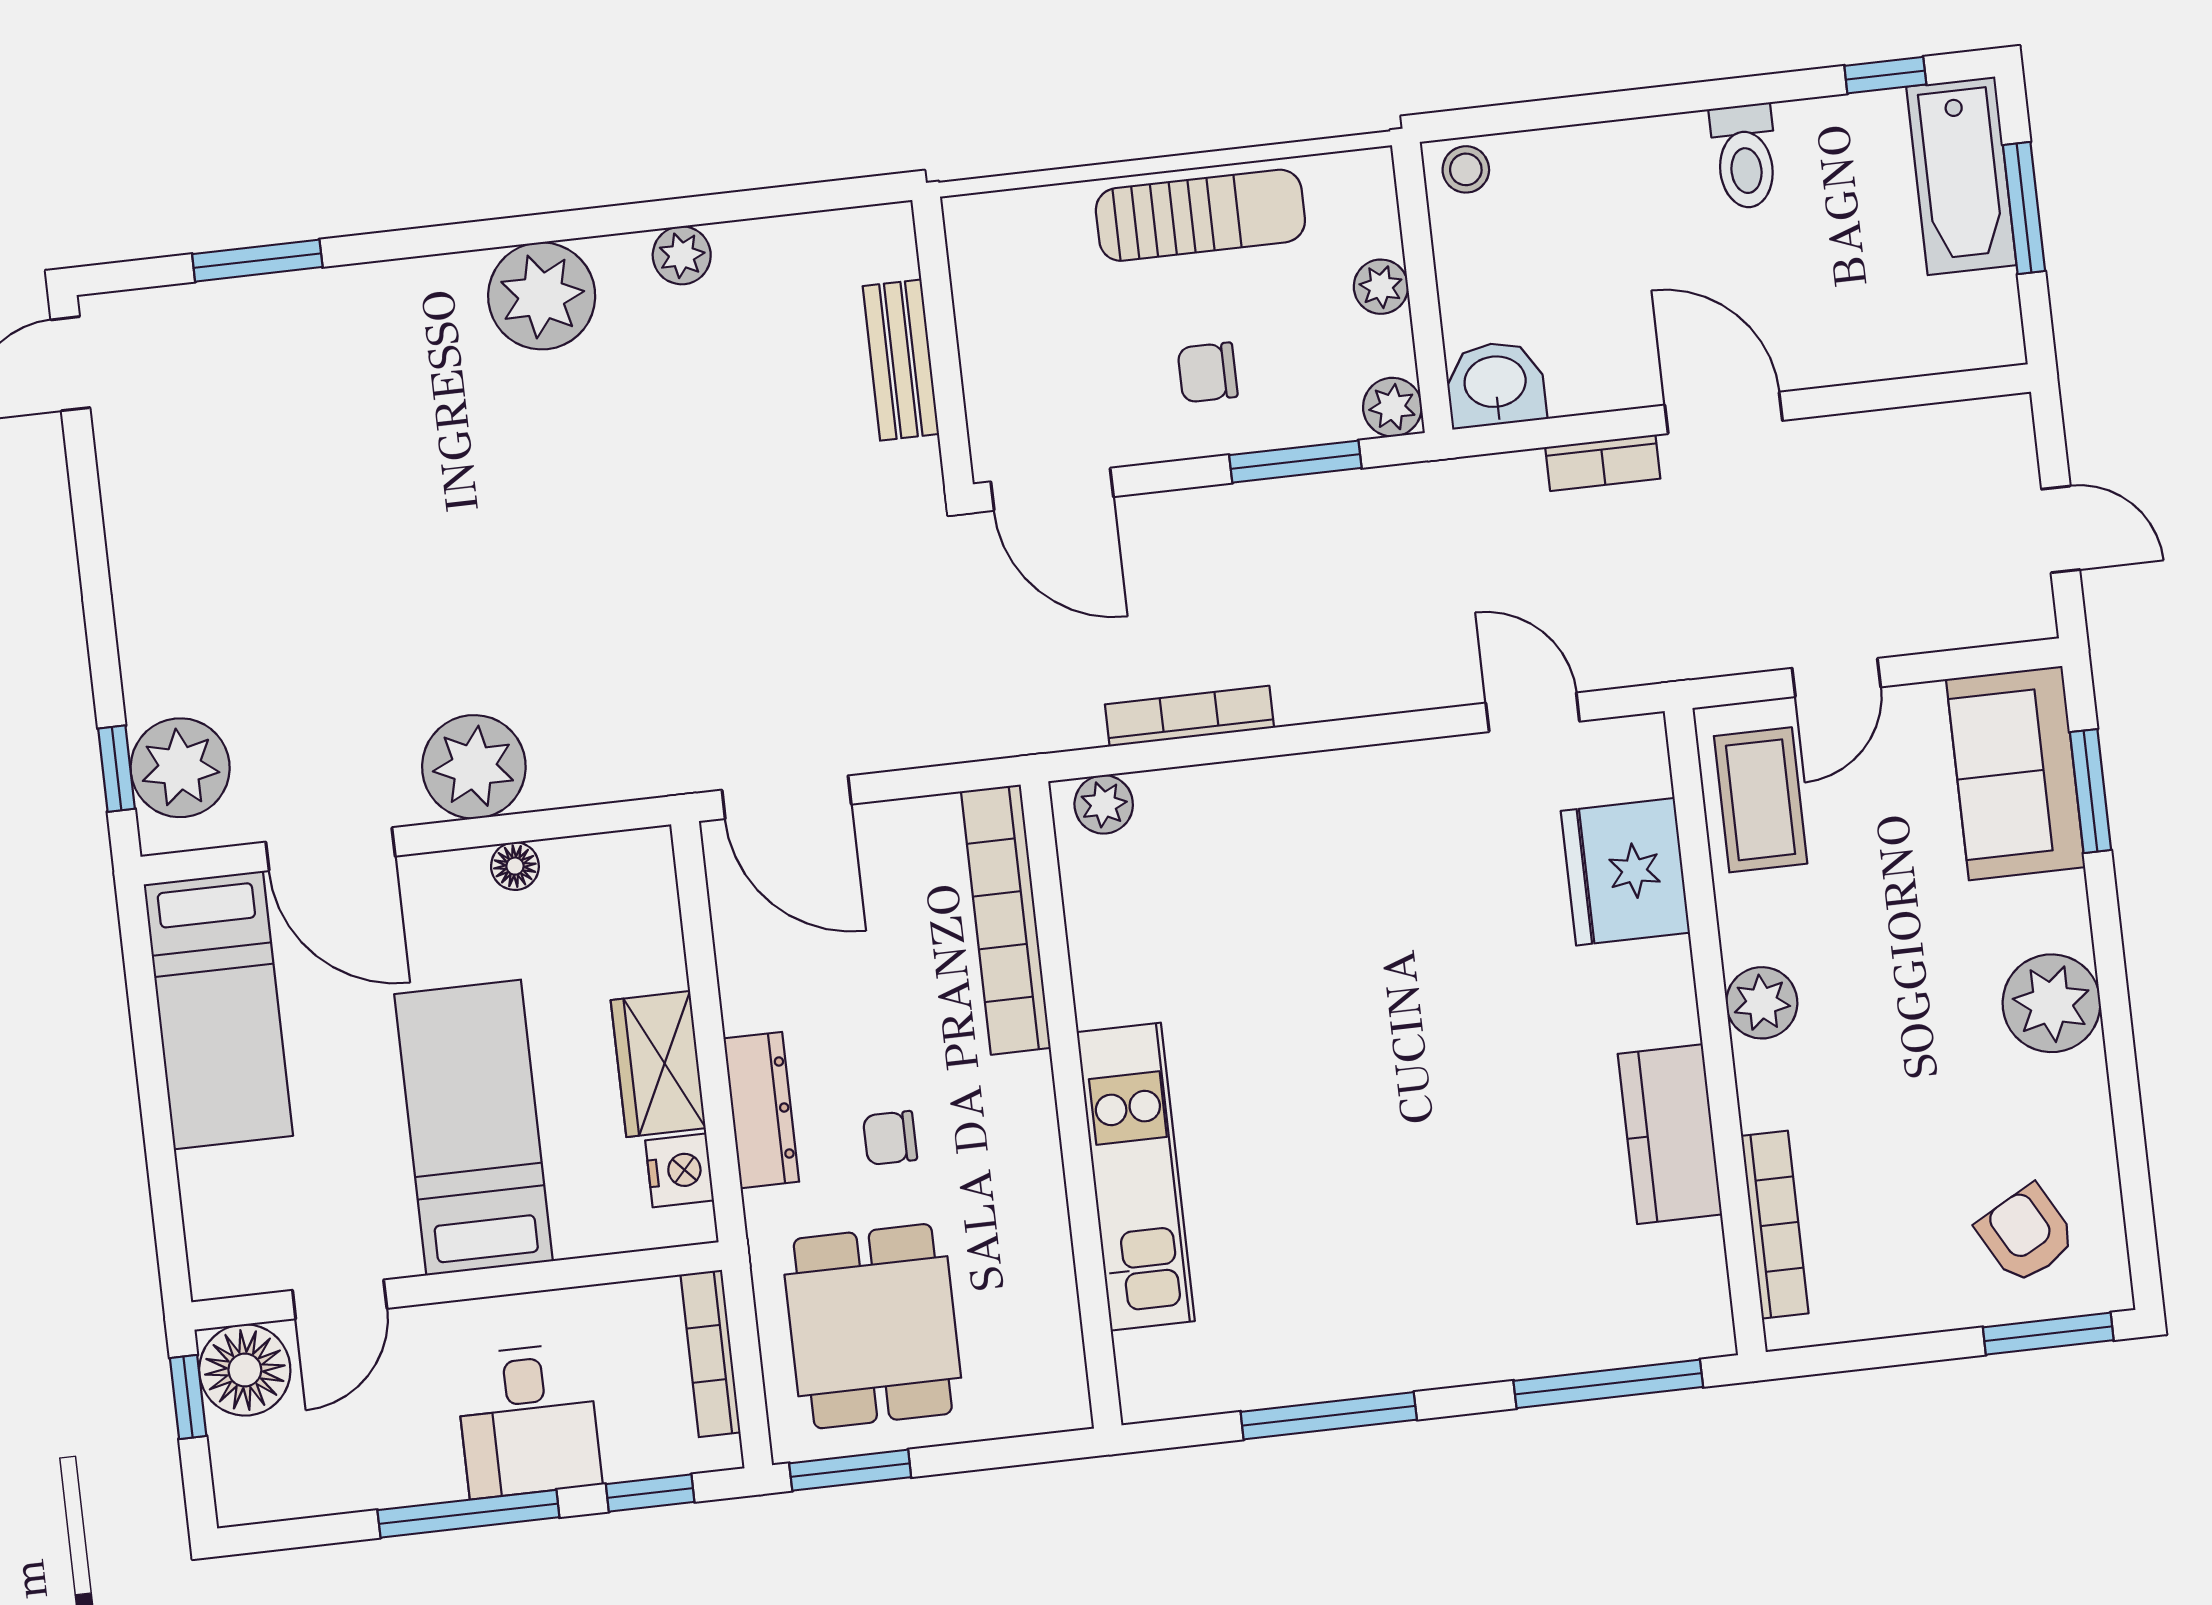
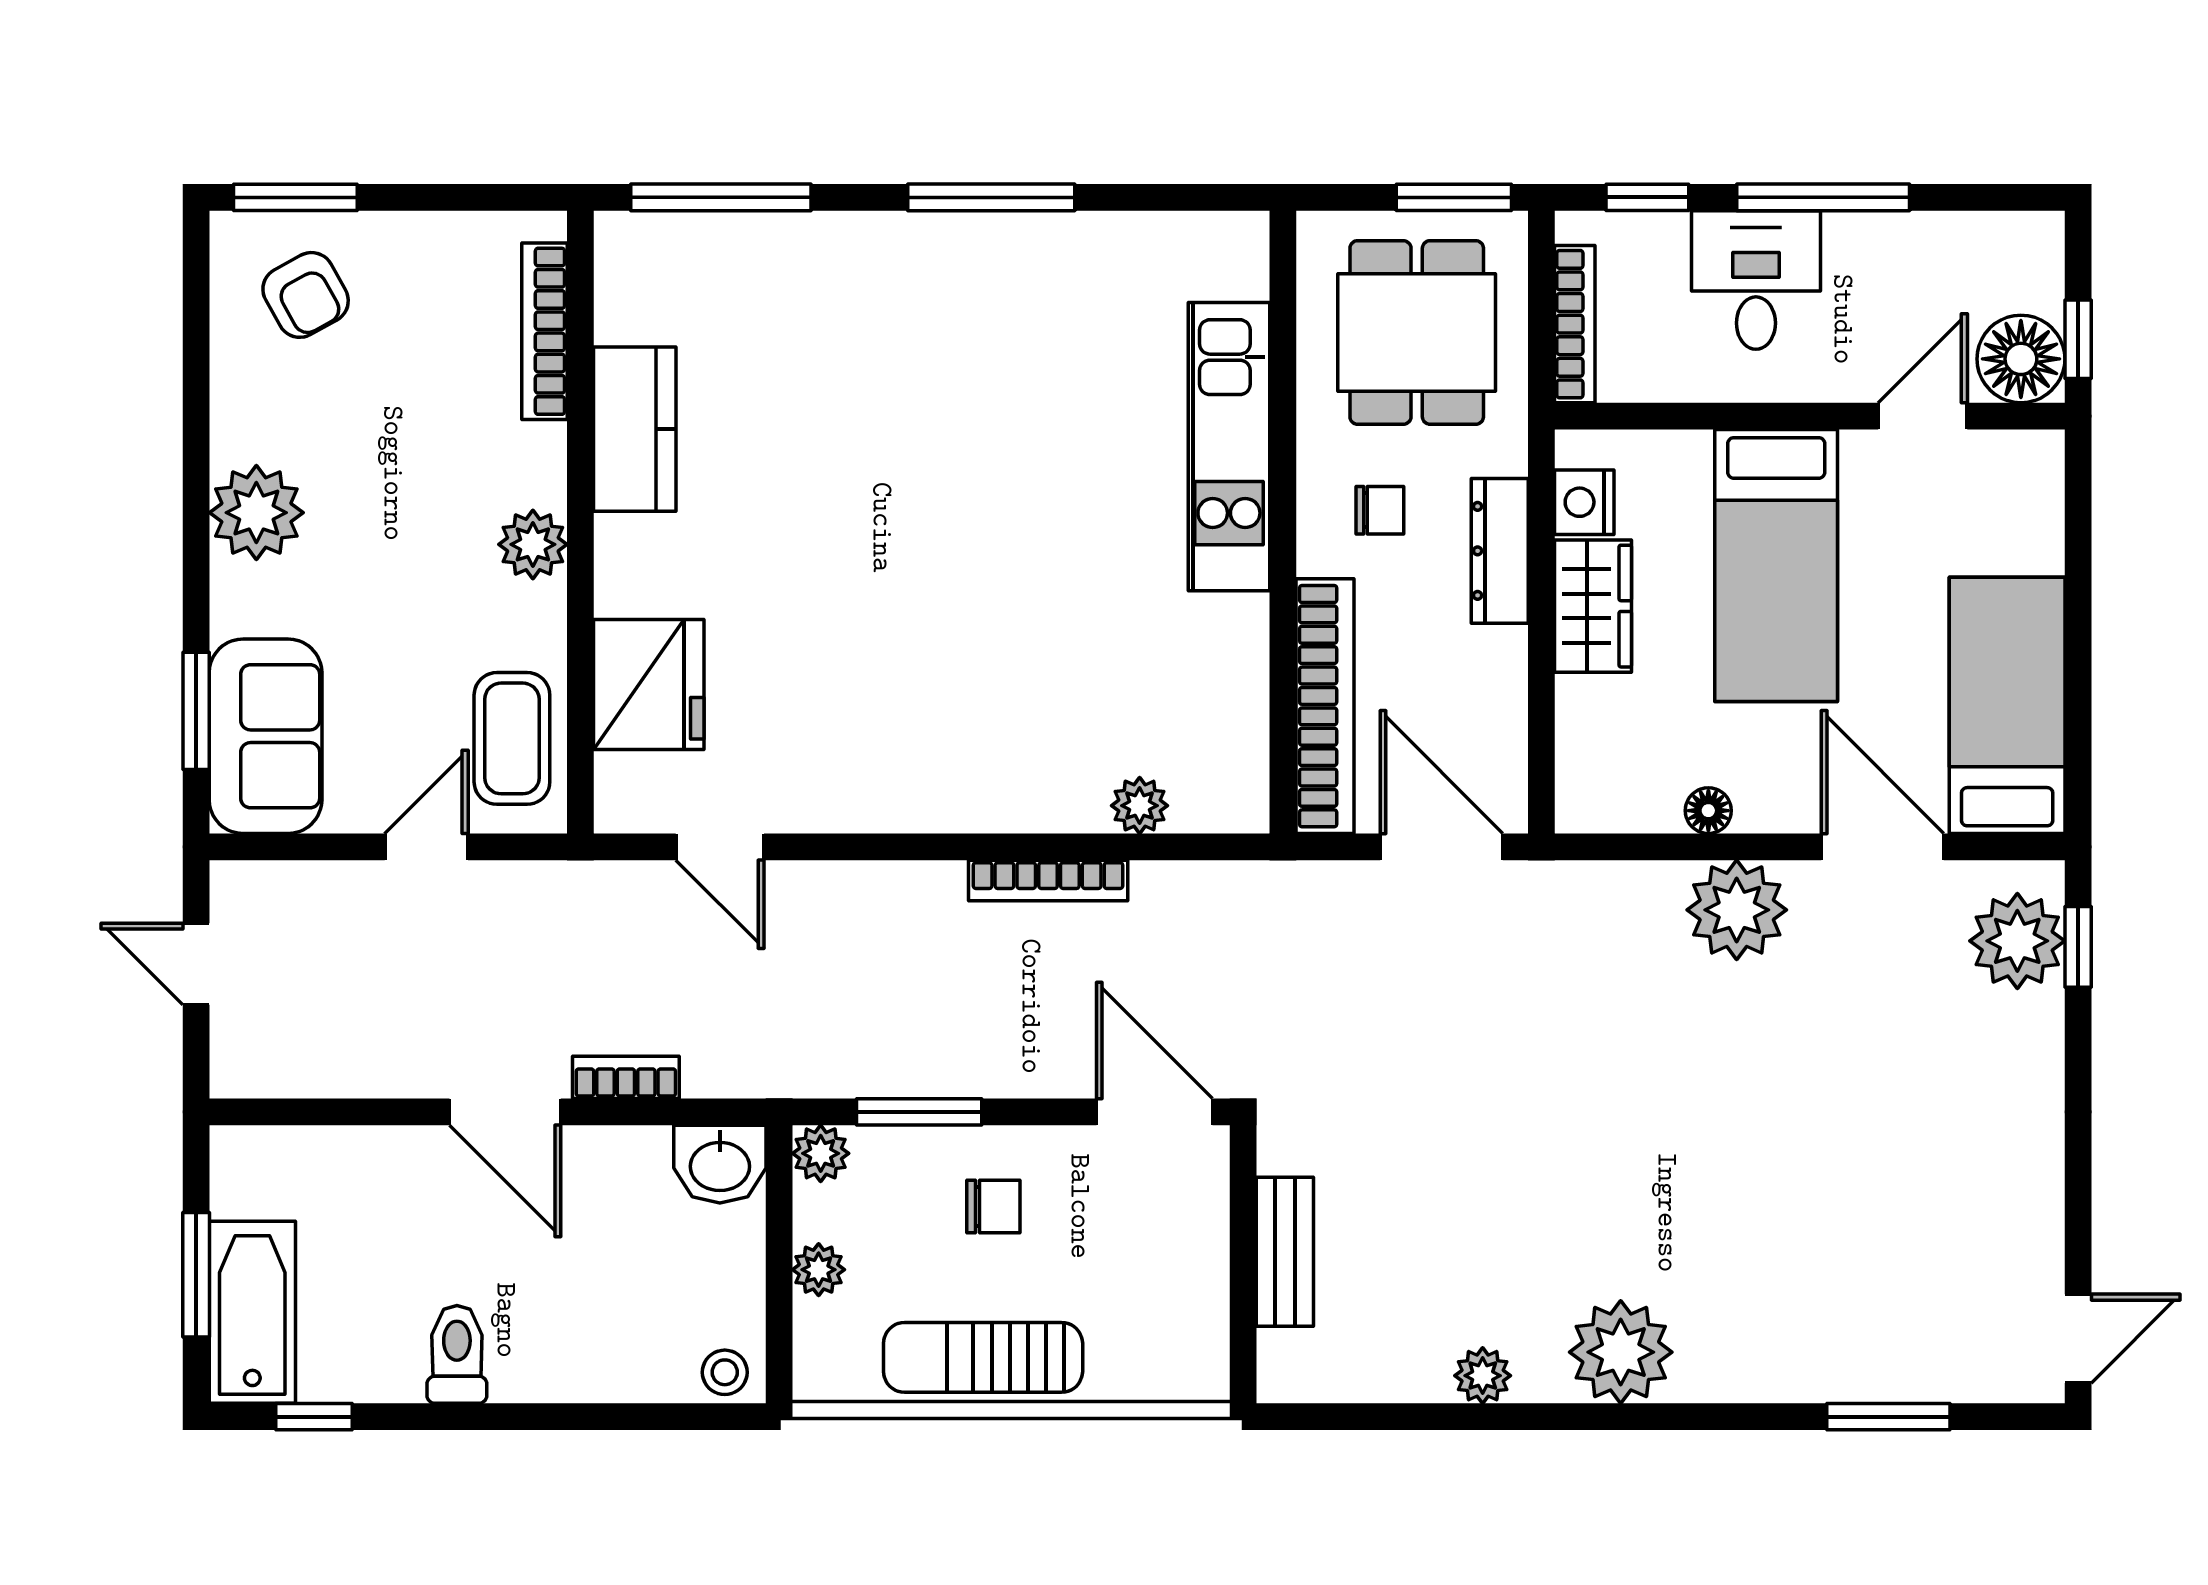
bookcase: (1006, 920) -> (1325, 706), moved
wall: (1071, 1105) -> (1283, 522), moved
kitchen unit: (1136, 1177) -> (1229, 447), moved

